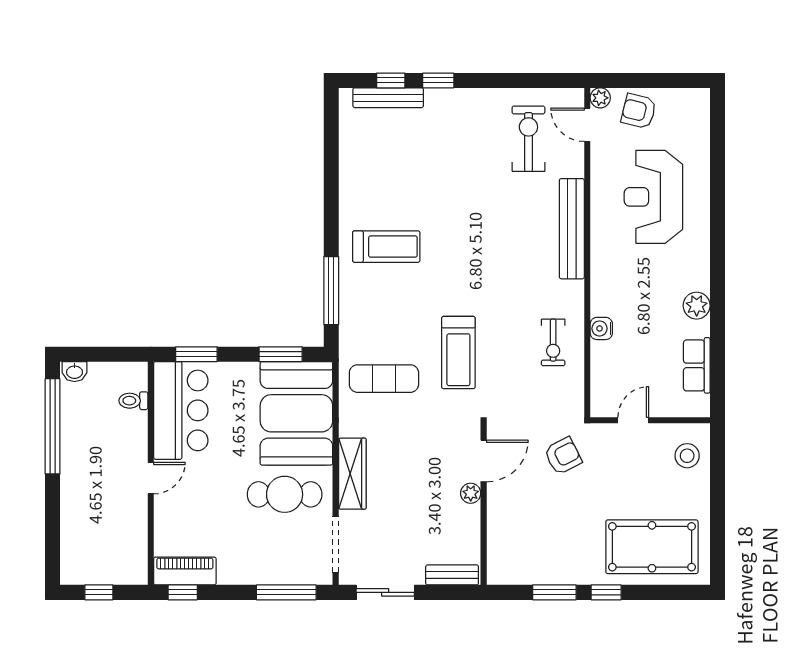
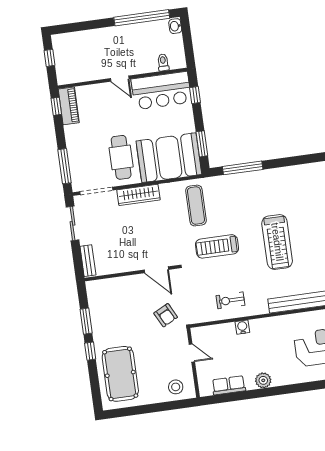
treadmill: (386, 247) -> (277, 242), moved, width x1.37, depth x1.38
window: (196, 354) -> (195, 95), width x0.67
plant: (471, 493) -> (137, 265), removed

